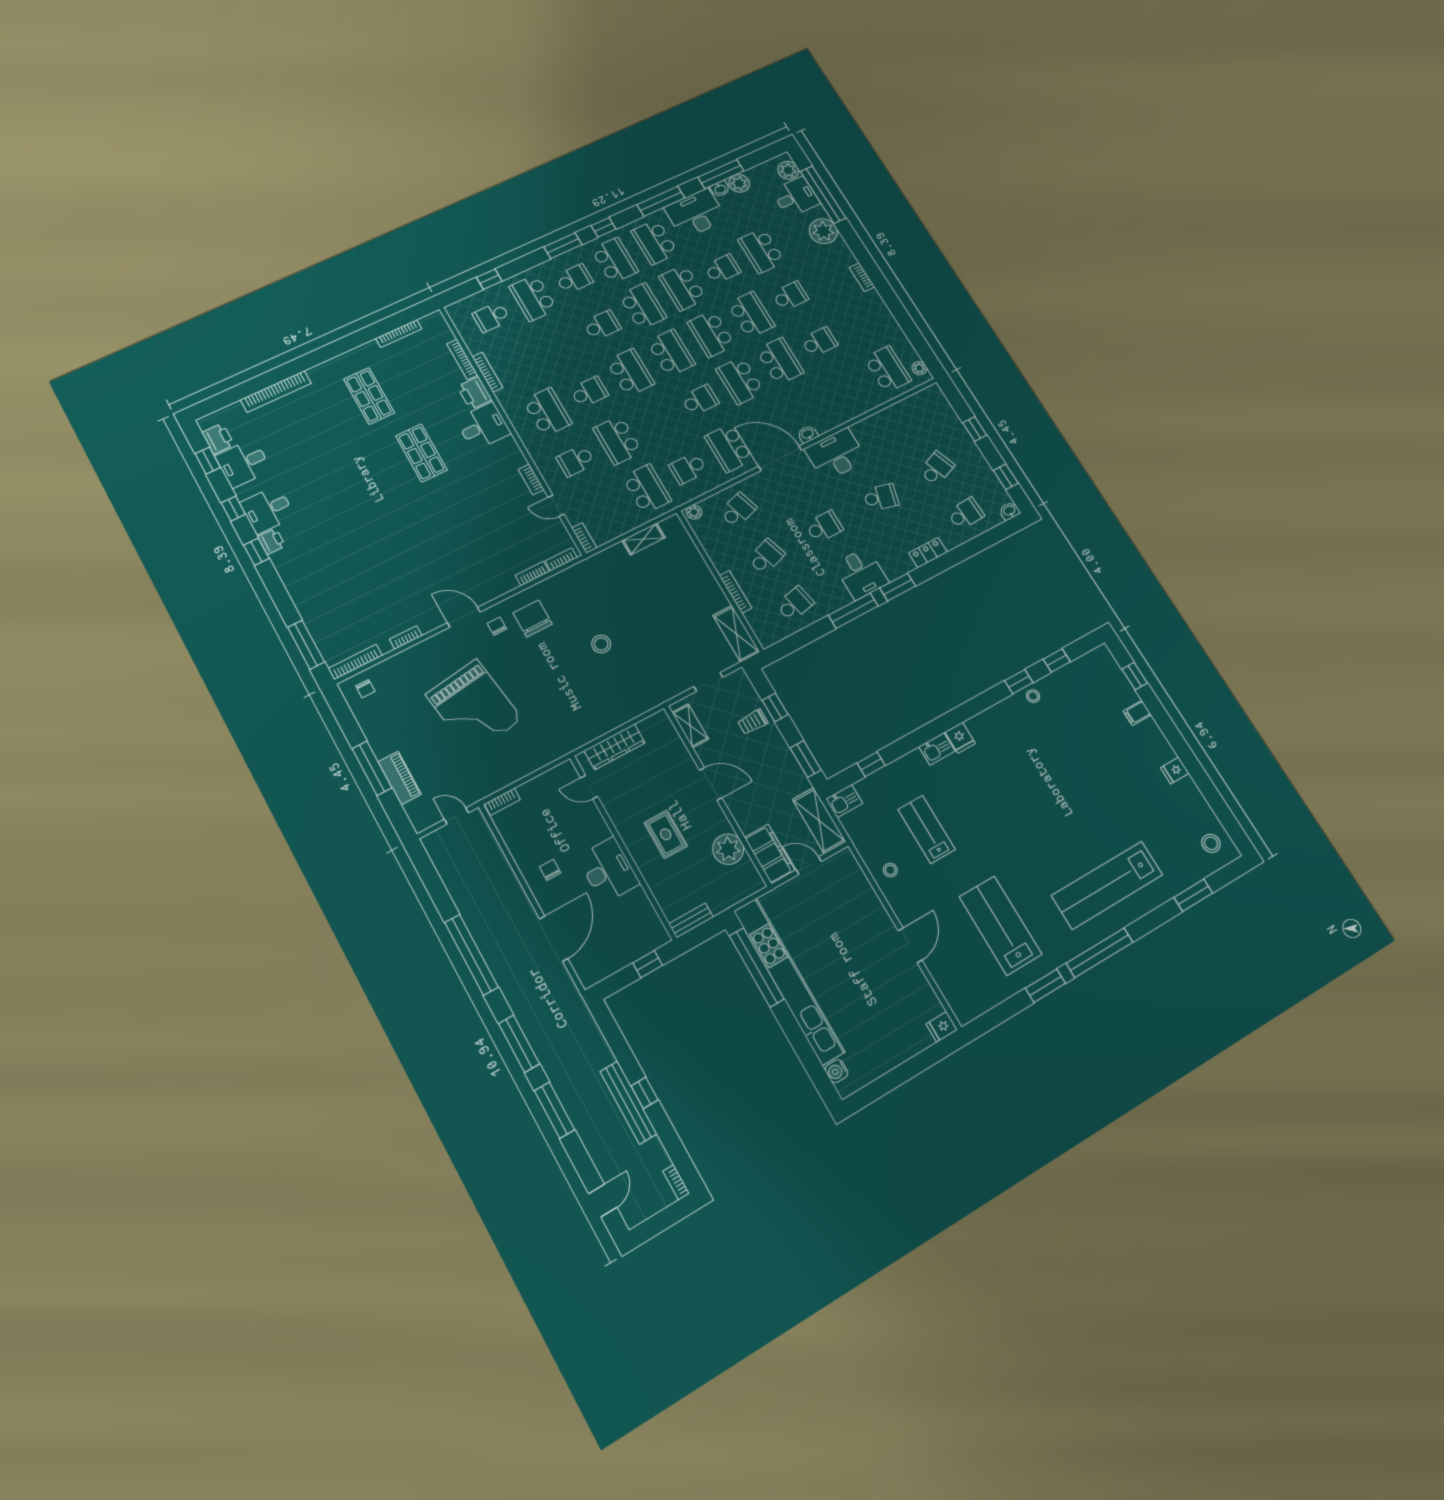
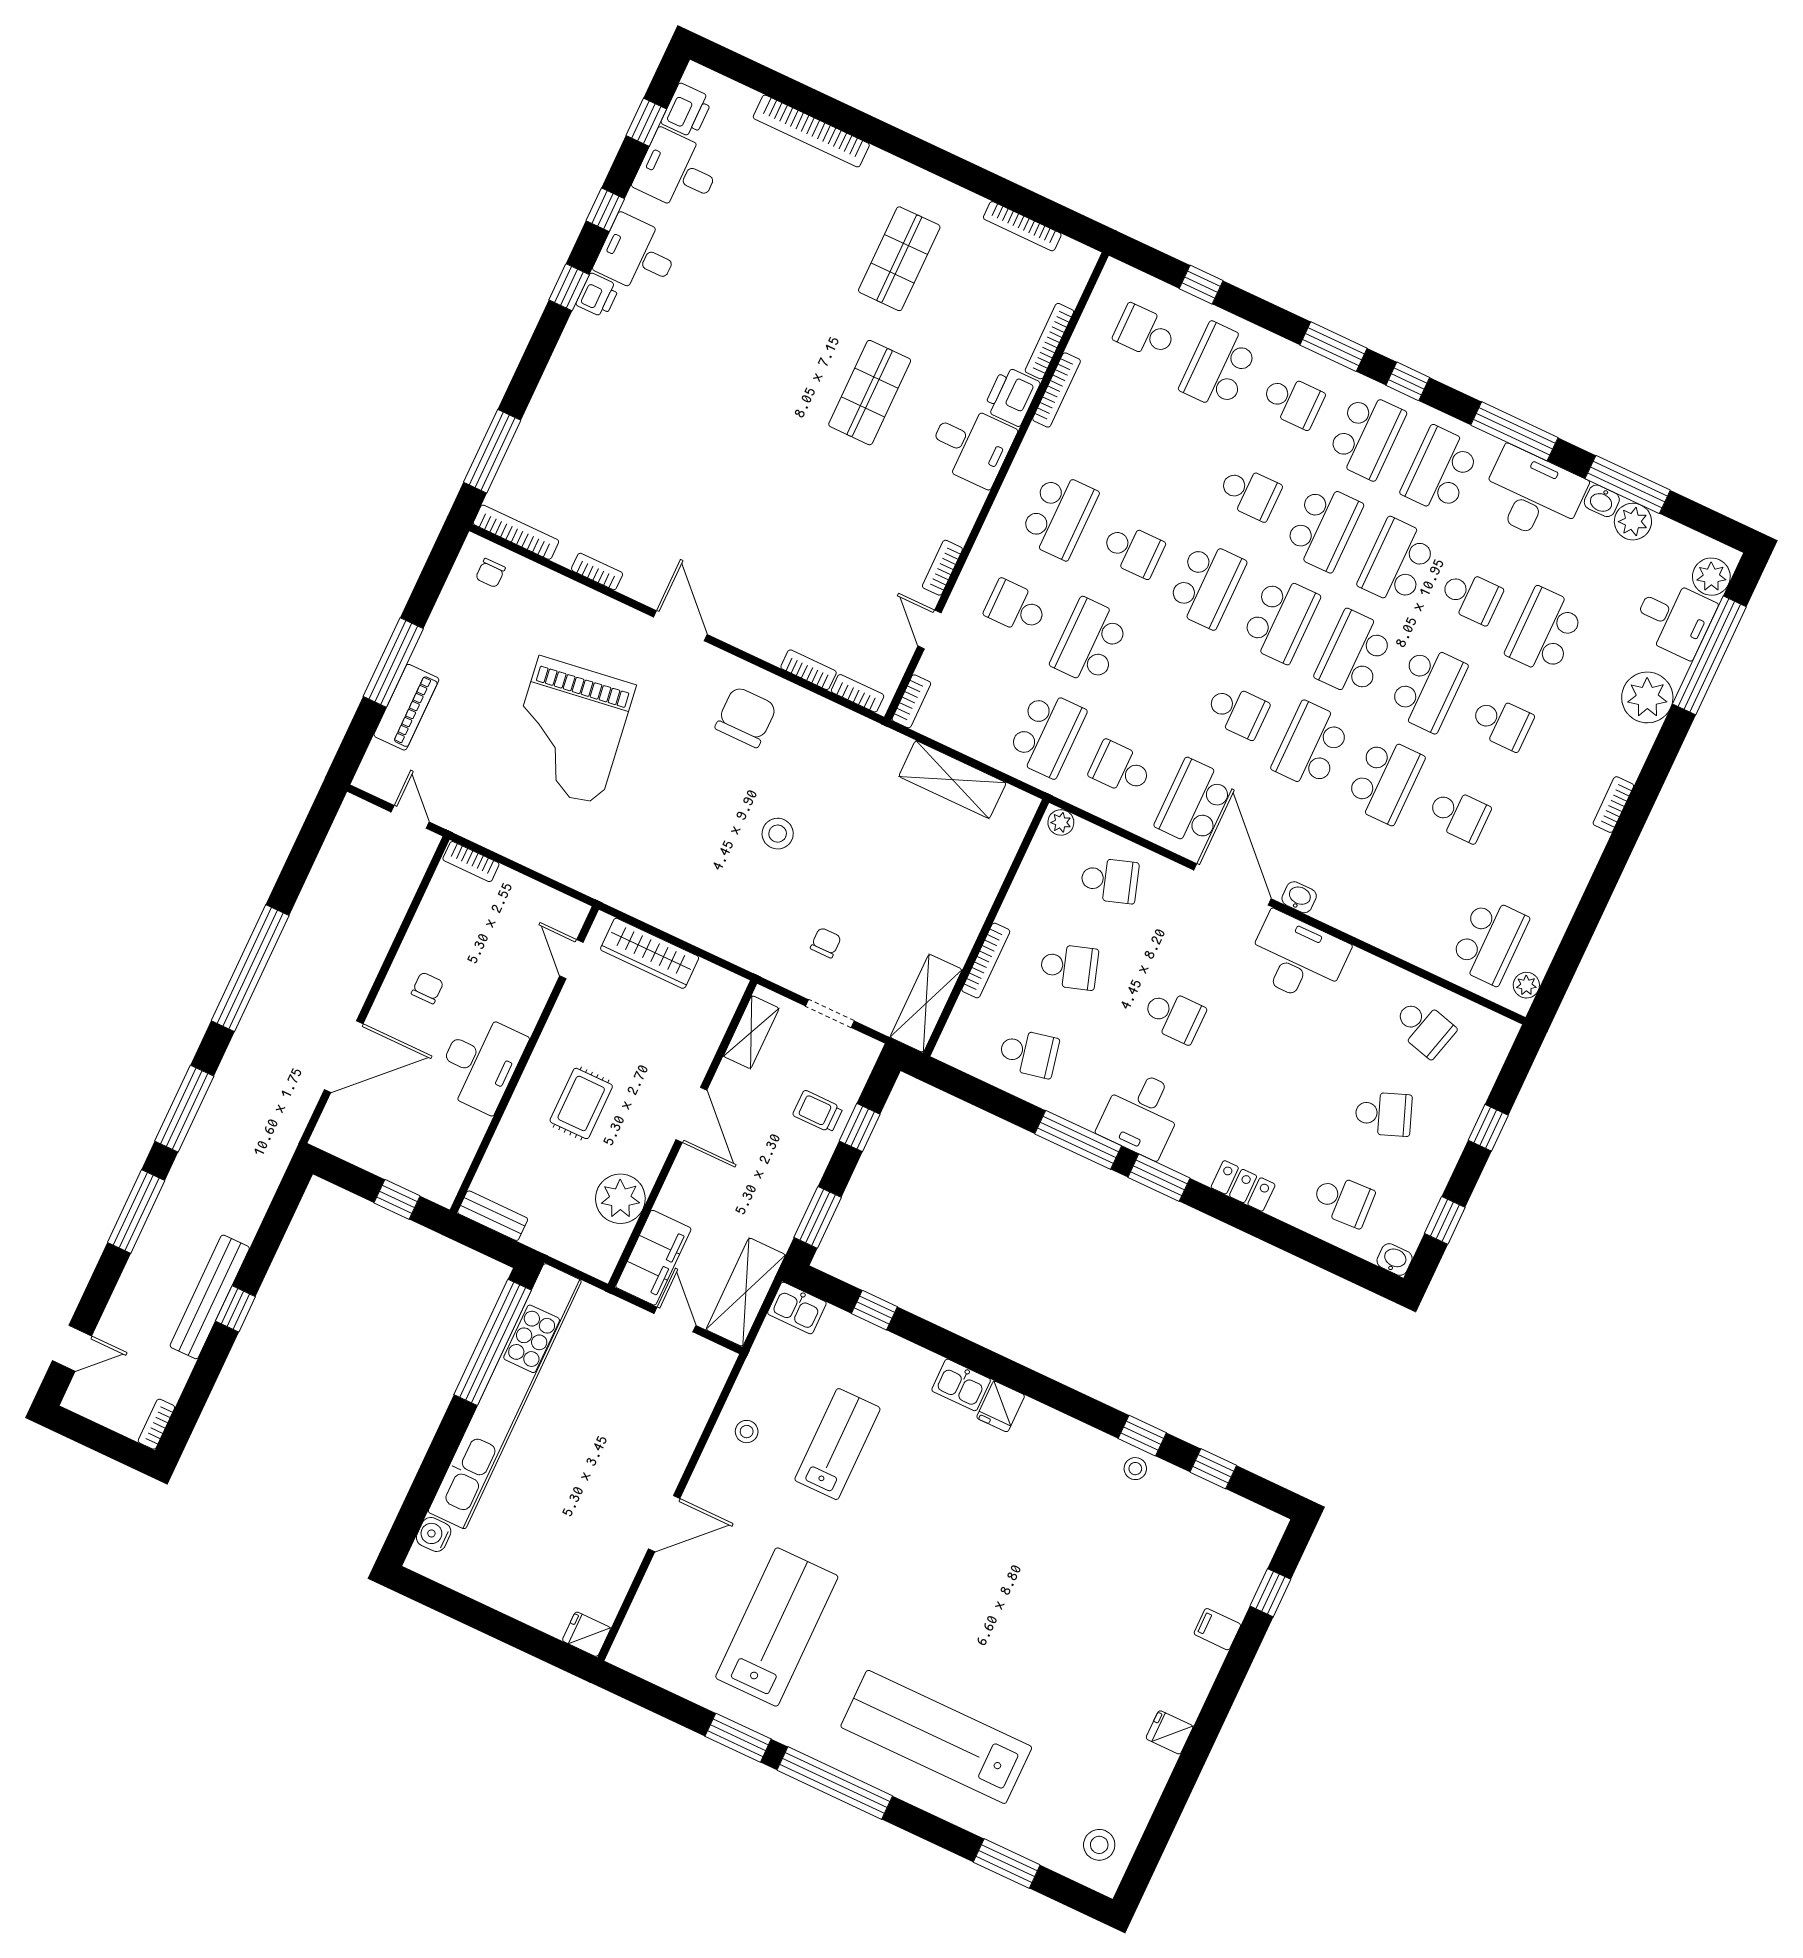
school desk: (881, 497) -> (1424, 1028), moved
shelving: (644, 539) -> (952, 780), width x1.50, depth x1.33
chair: (497, 626) -> (826, 943), moved

